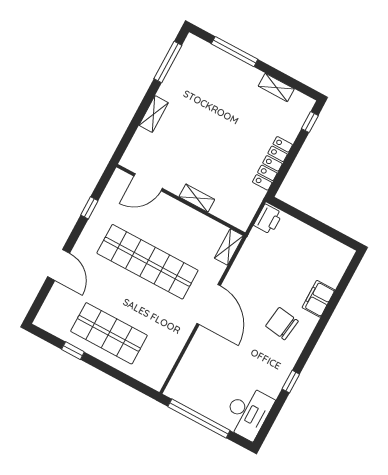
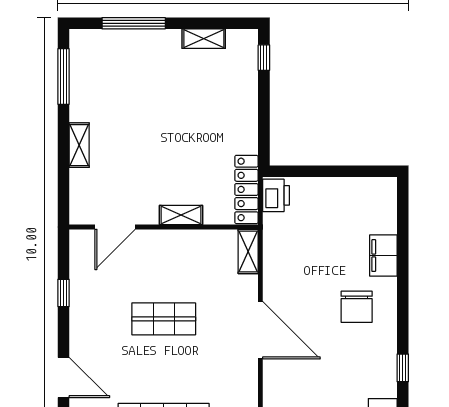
locker: (272, 163) -> (246, 189), moved
shop shelf: (147, 262) -> (164, 319), width x0.50, depth x0.74
chair: (282, 324) -> (357, 307), turned -98

